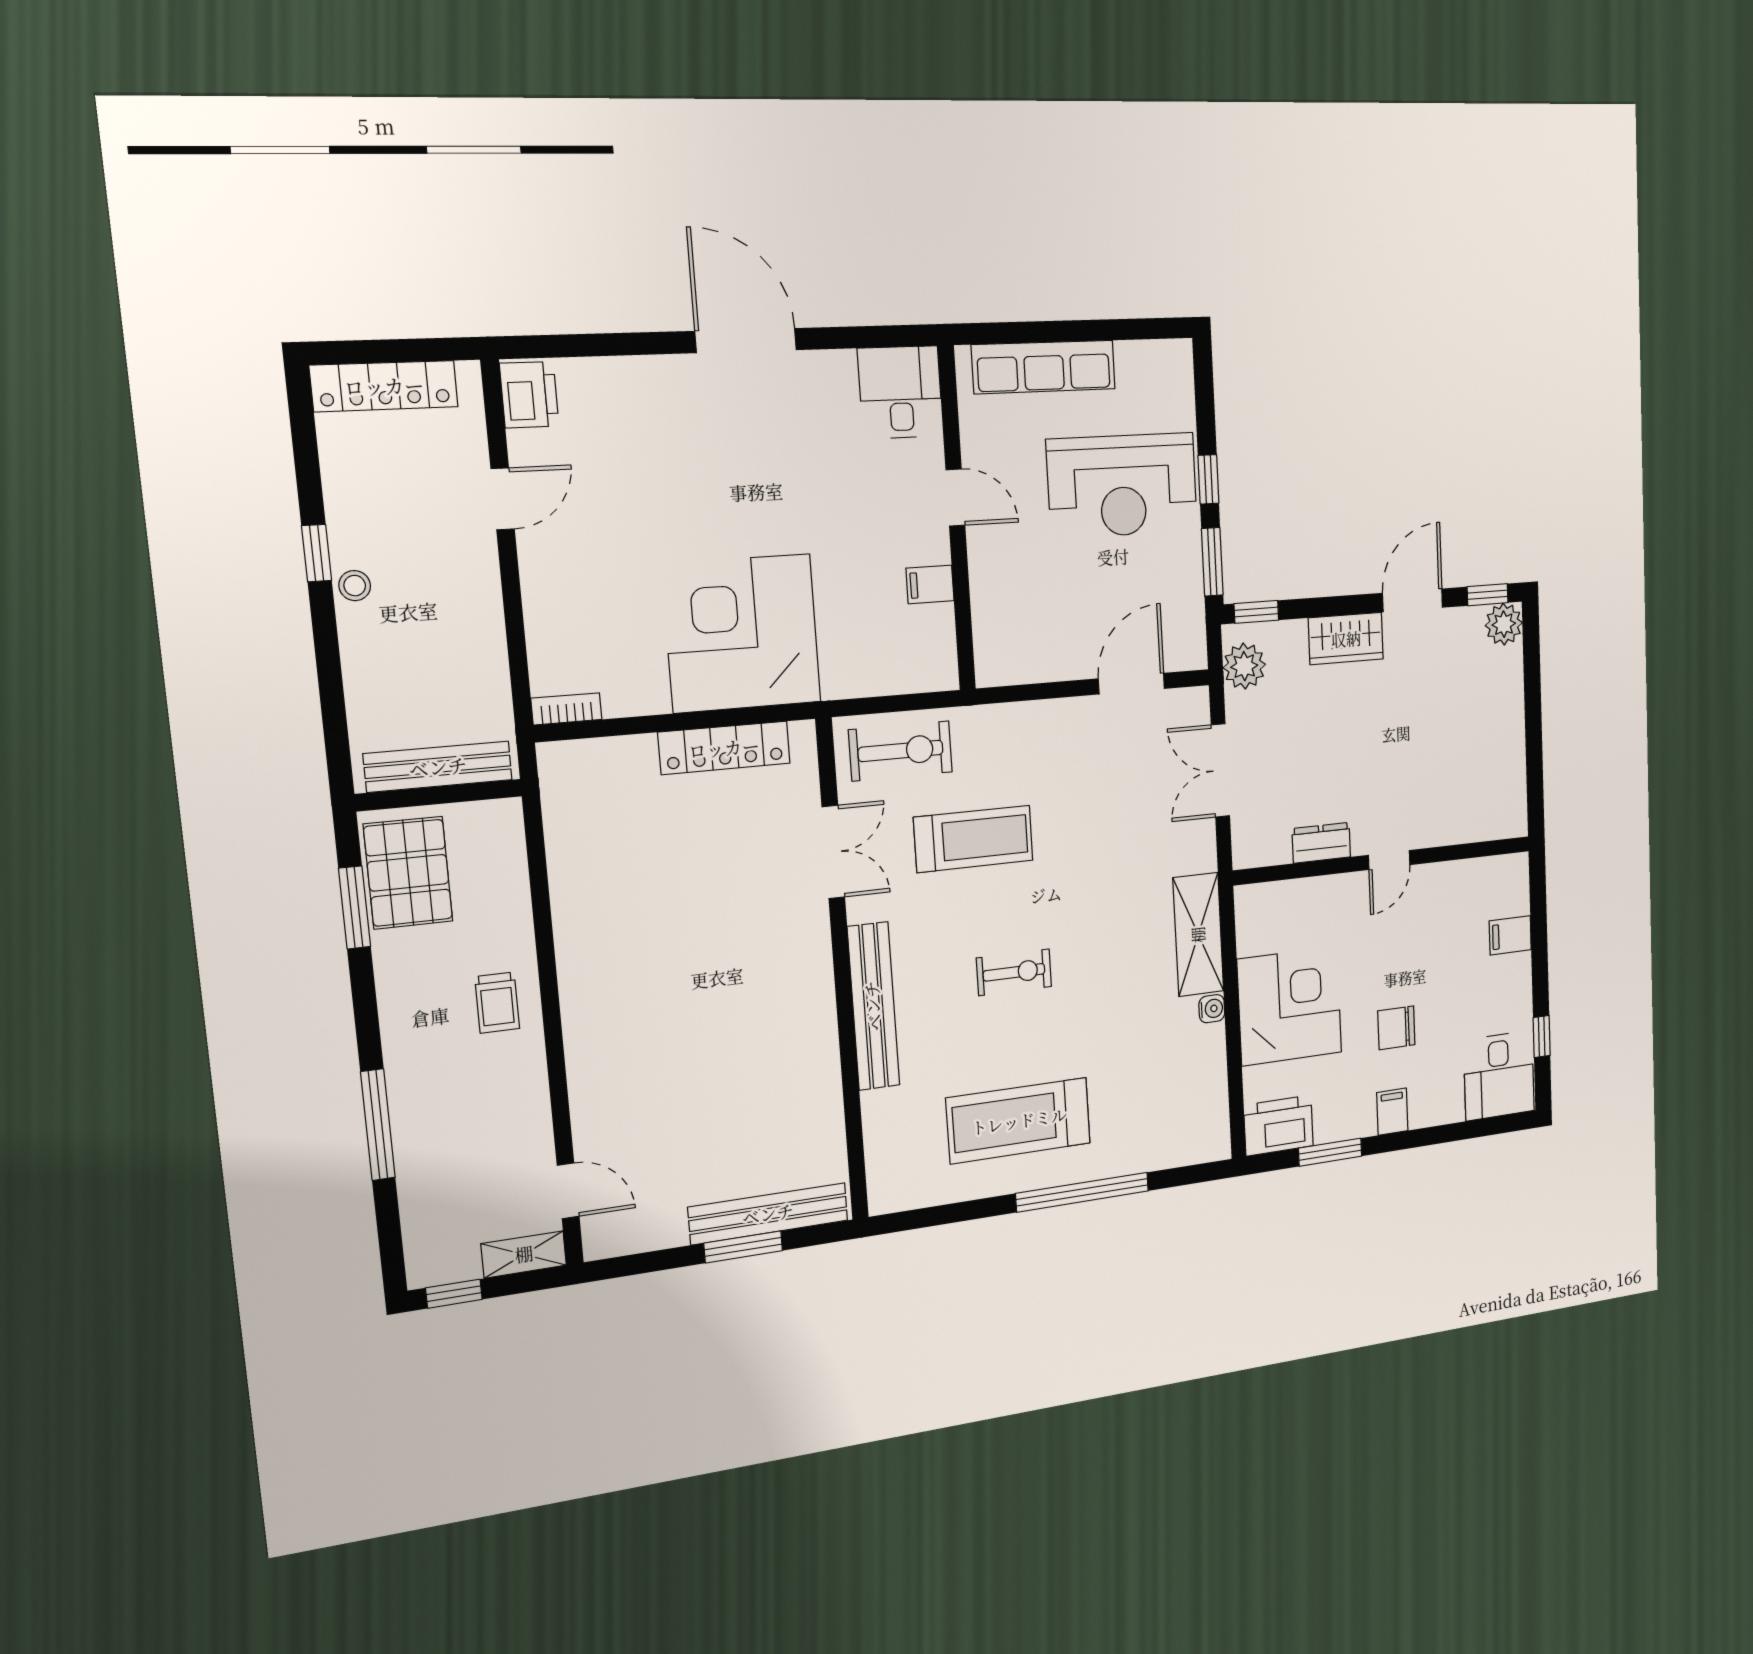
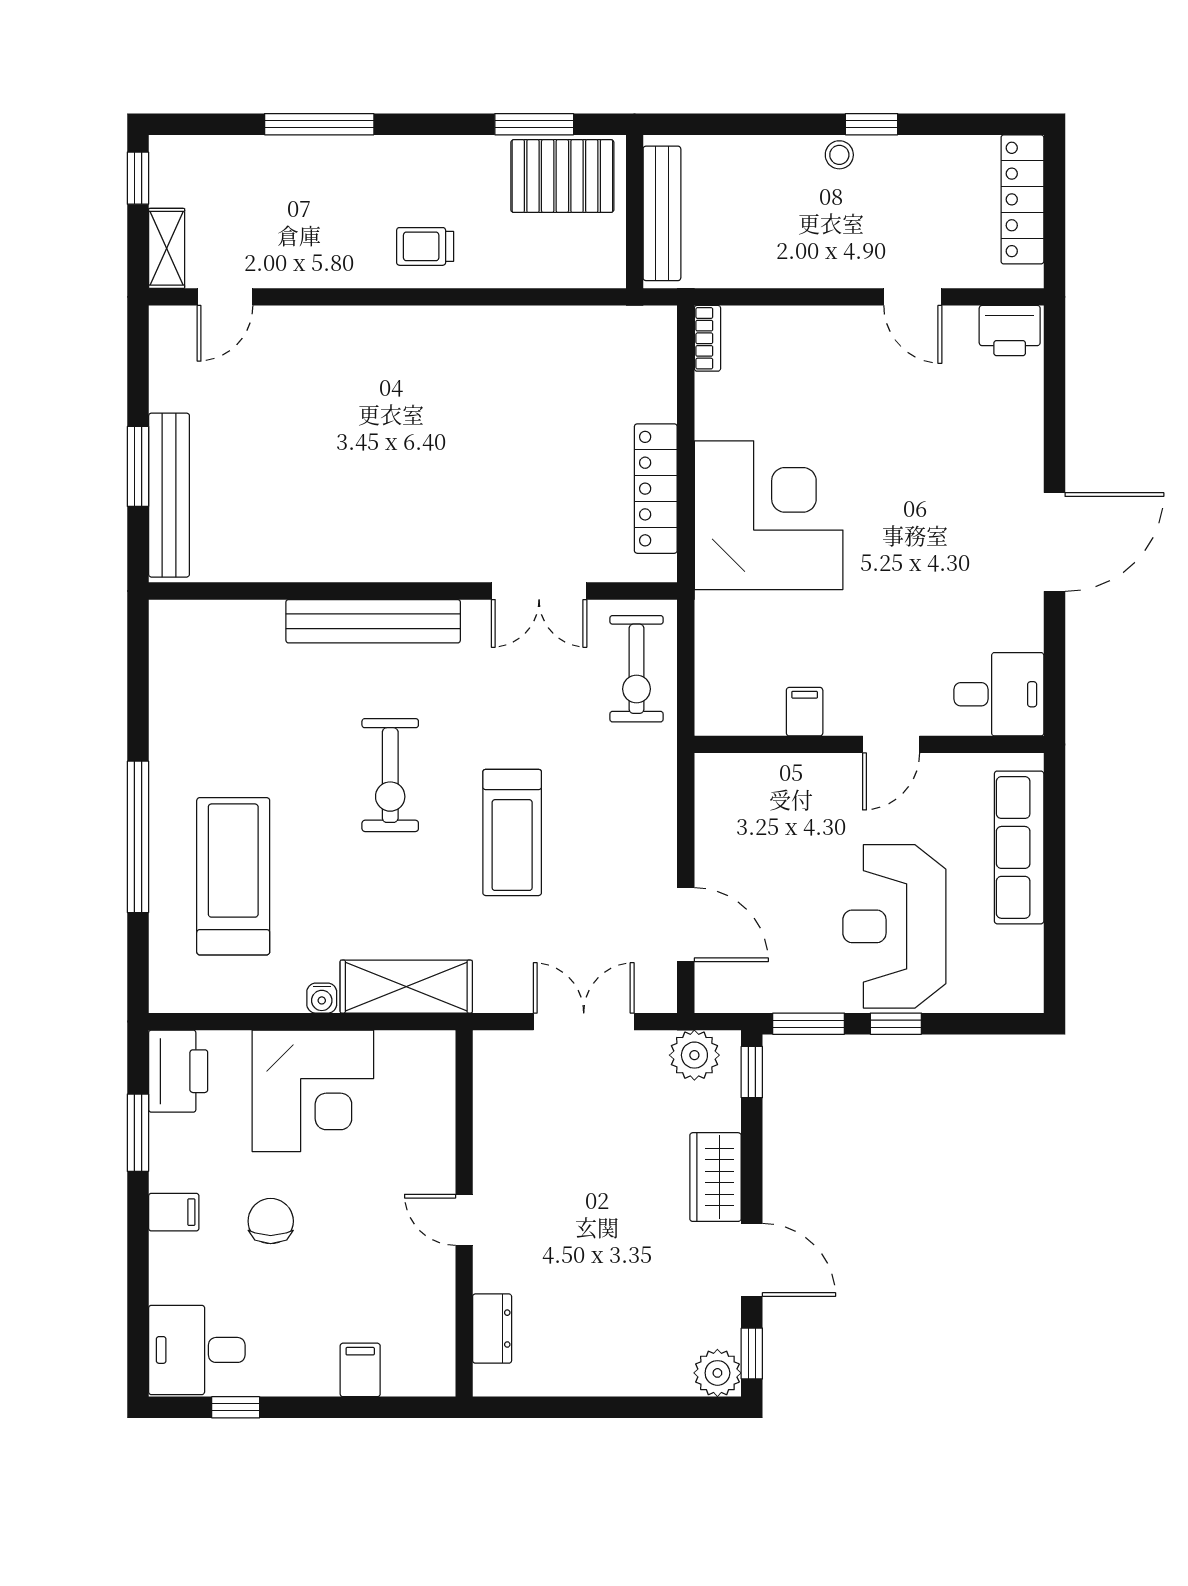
treadmill: (974, 839) -> (512, 832), moved
dresser: (1321, 843) -> (492, 1329), moved
exercise bike: (1014, 972) -> (390, 775), width x1.38, depth x1.39
treadmill: (1019, 1121) -> (233, 876), moved

